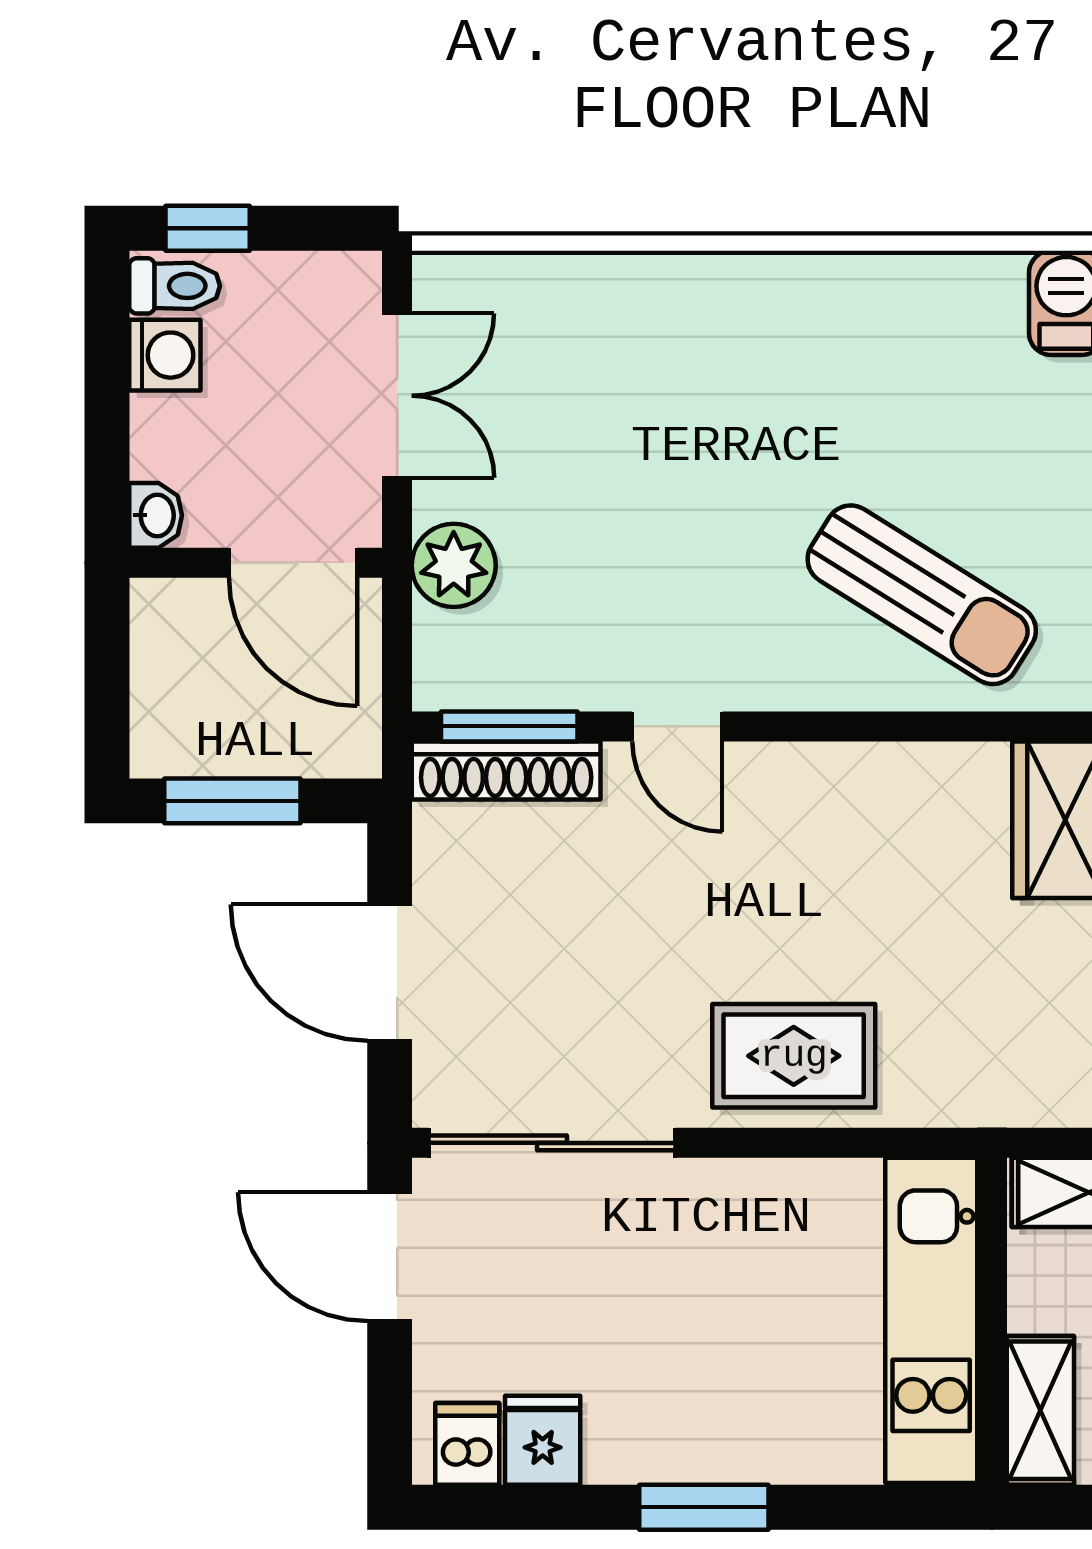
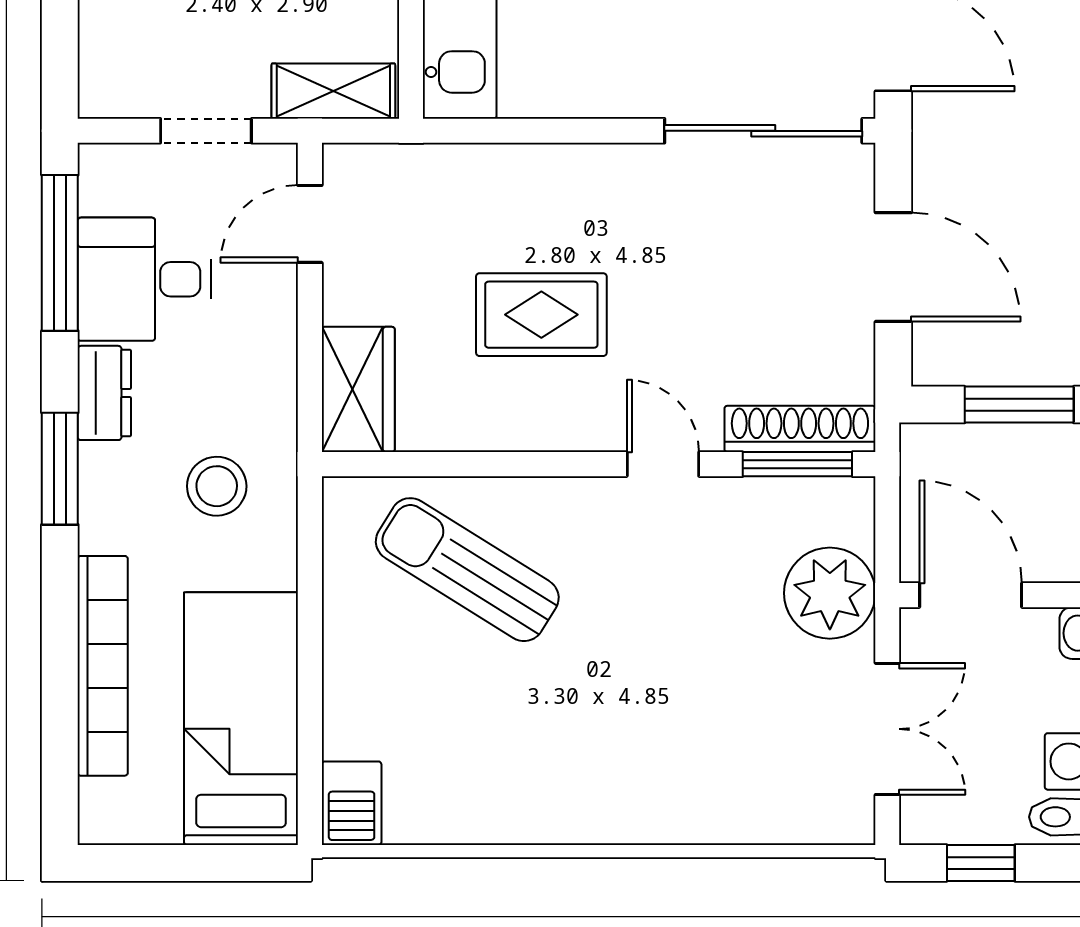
window: (208, 228) -> (981, 863), moved
double door: (397, 396) -> (887, 729), swing flipped
plant: (454, 565) -> (830, 593), width x1.36, depth x1.36
rug: (794, 1056) -> (541, 315), moved

